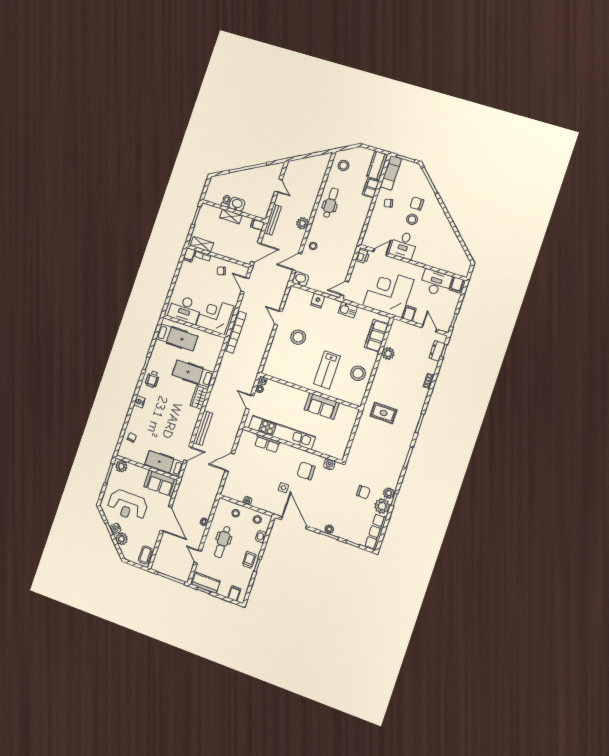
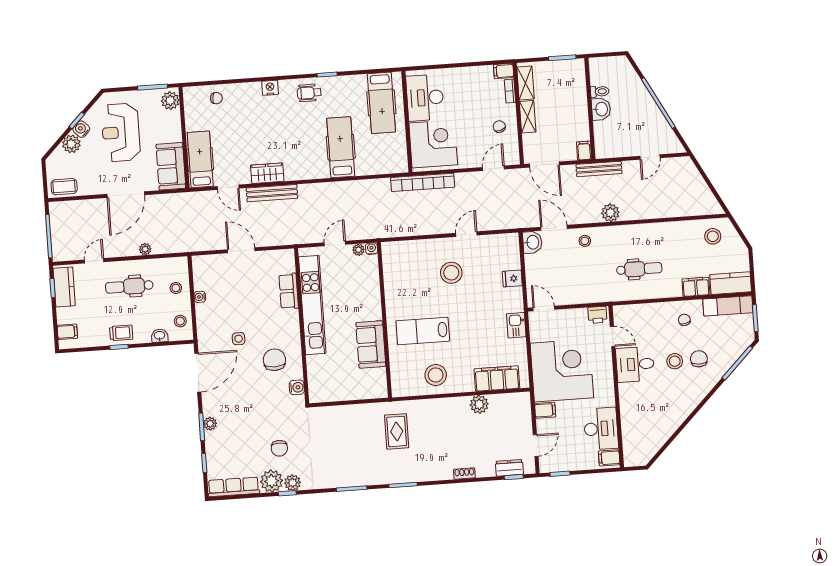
dental chair: (331, 203) -> (639, 269), moved
shelving: (231, 216) -> (528, 117), moved
wardrobe: (199, 397) -> (267, 173), moved

